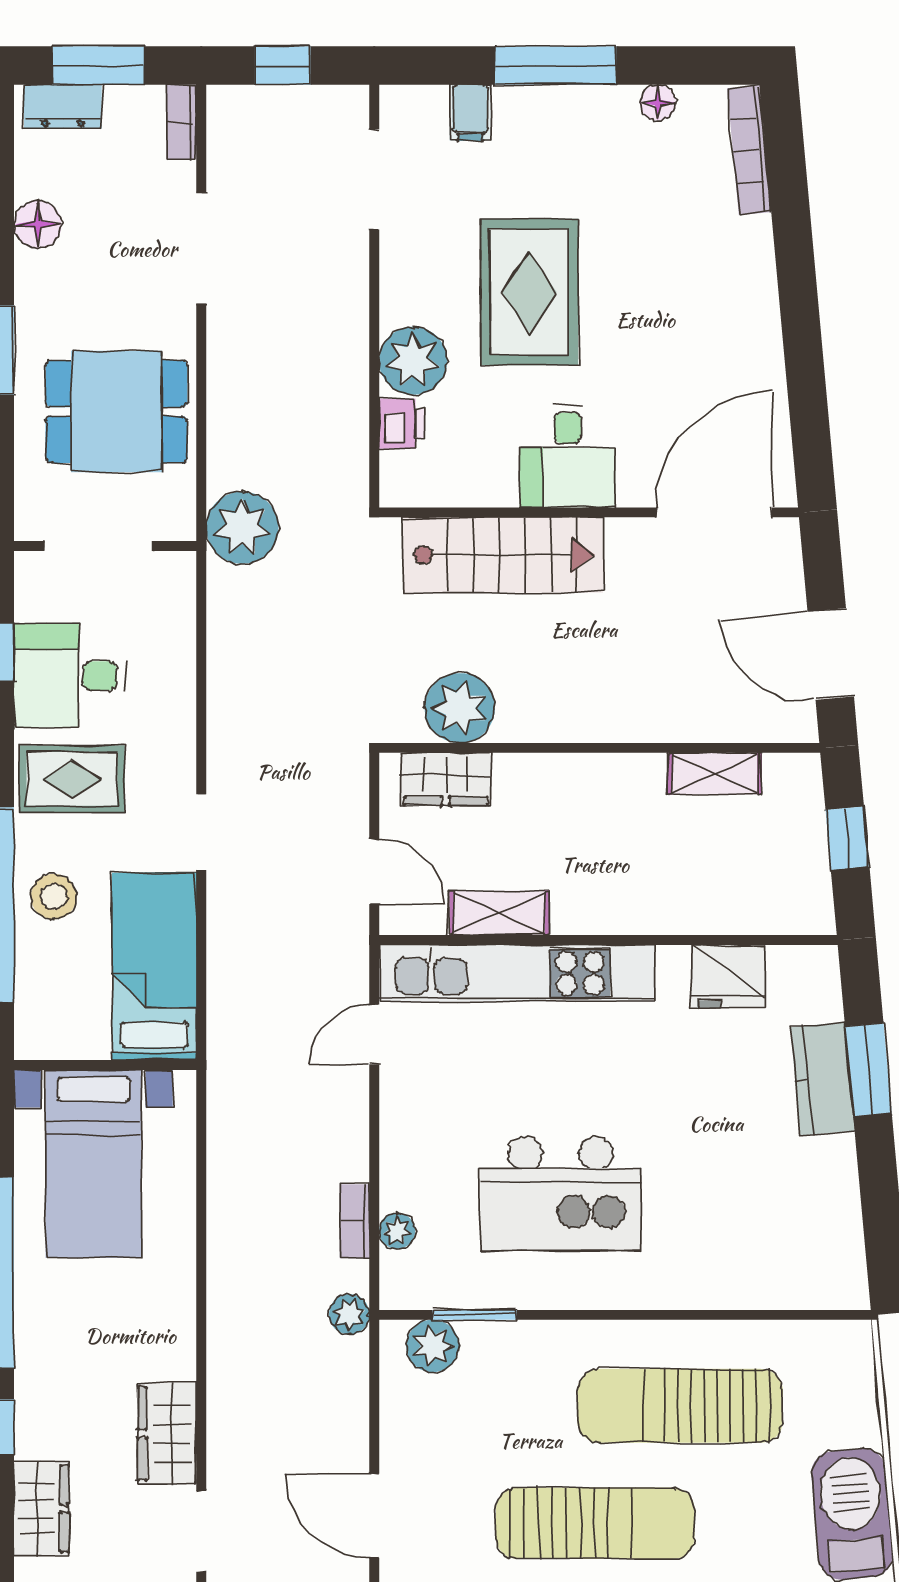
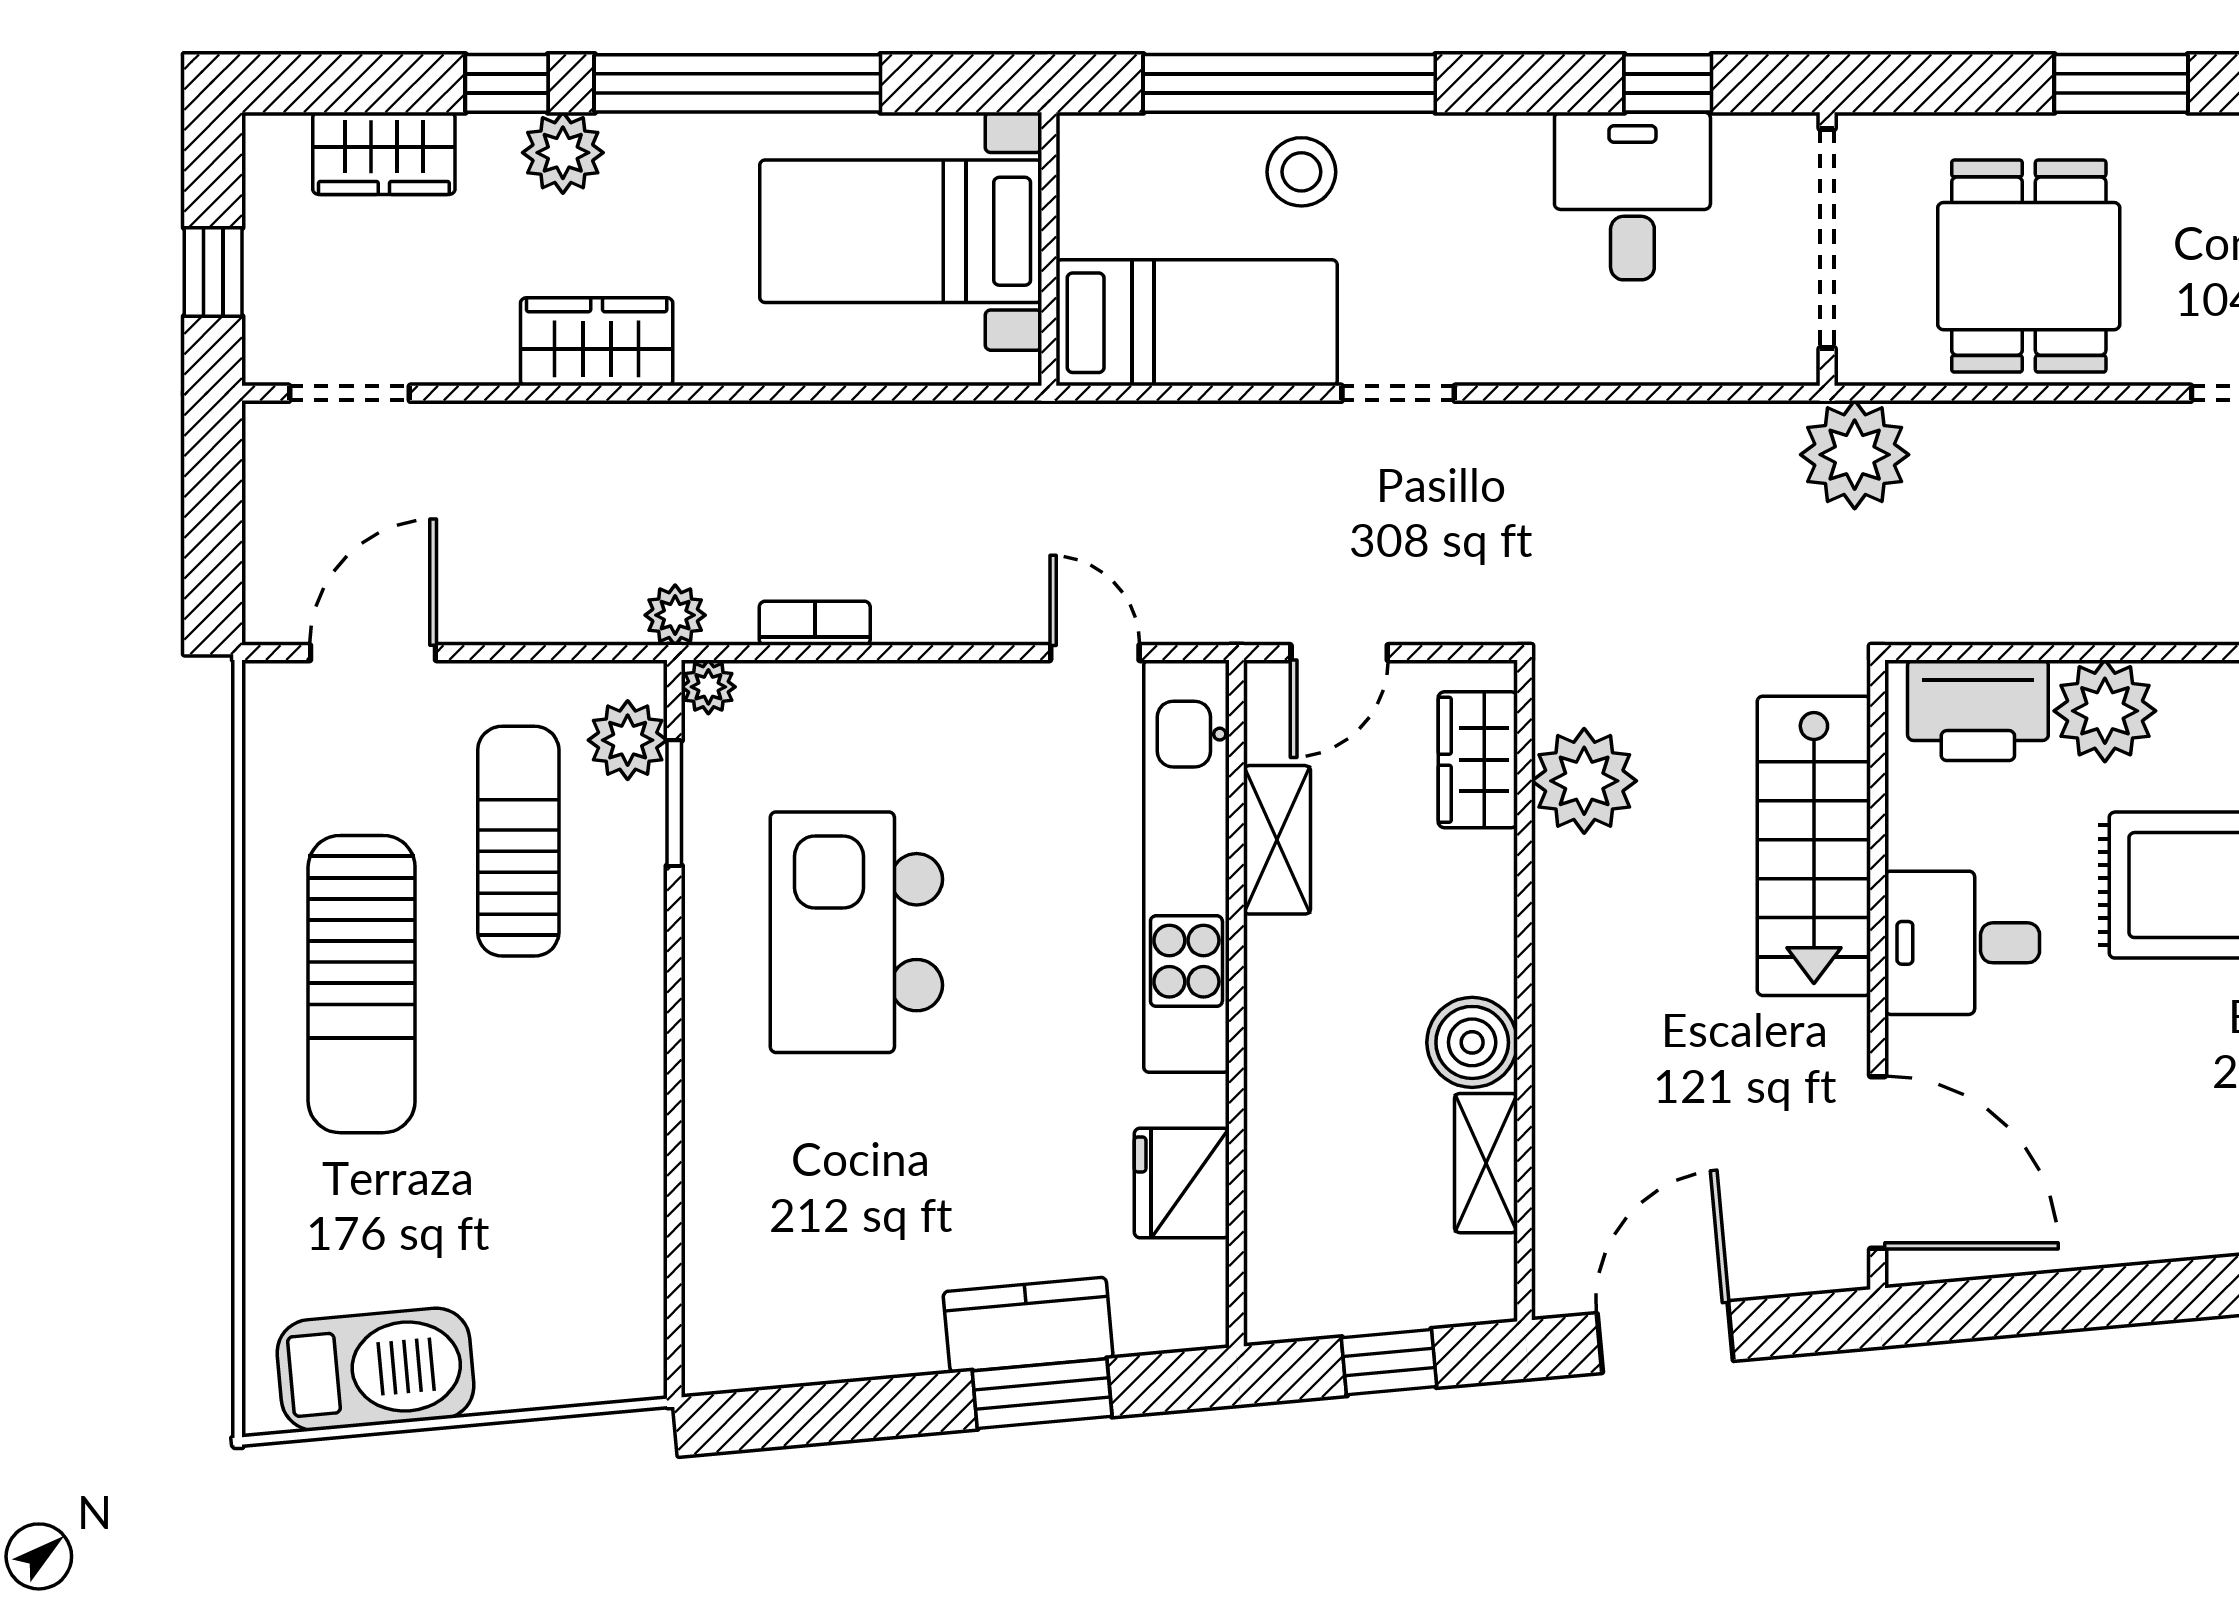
printer: (402, 424) -> (1978, 710), width x1.87, depth x1.48
doorway: (98, 546) -> (1827, 239), width x1.36
rug: (72, 779) -> (1478, 199), removed
boiler: (634, 783) -> (1472, 1042), added
plant: (397, 1231) -> (708, 687), moved
plant: (41, 1389) -> (563, 153), added
sun lounger: (680, 1406) -> (518, 841), moved, width x0.73, depth x0.75
wardrobe: (167, 1434) -> (597, 342), moved

